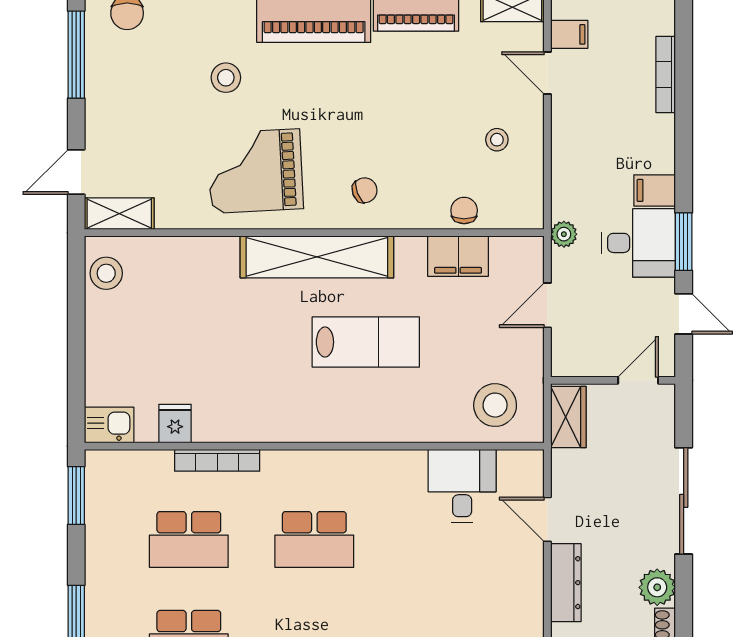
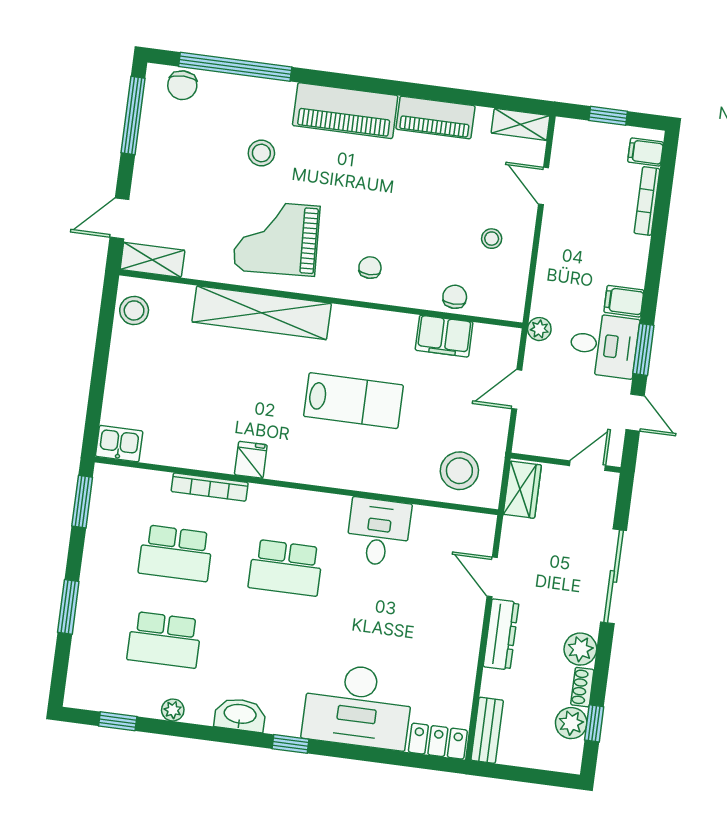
filing cabinet: (569, 34) -> (646, 152), moved, turned 180
chair: (365, 190) -> (370, 268), turned -69
shelving: (317, 257) -> (262, 313), moved
fridge: (175, 424) -> (251, 460), moved
desk: (462, 486) -> (378, 532), moved

